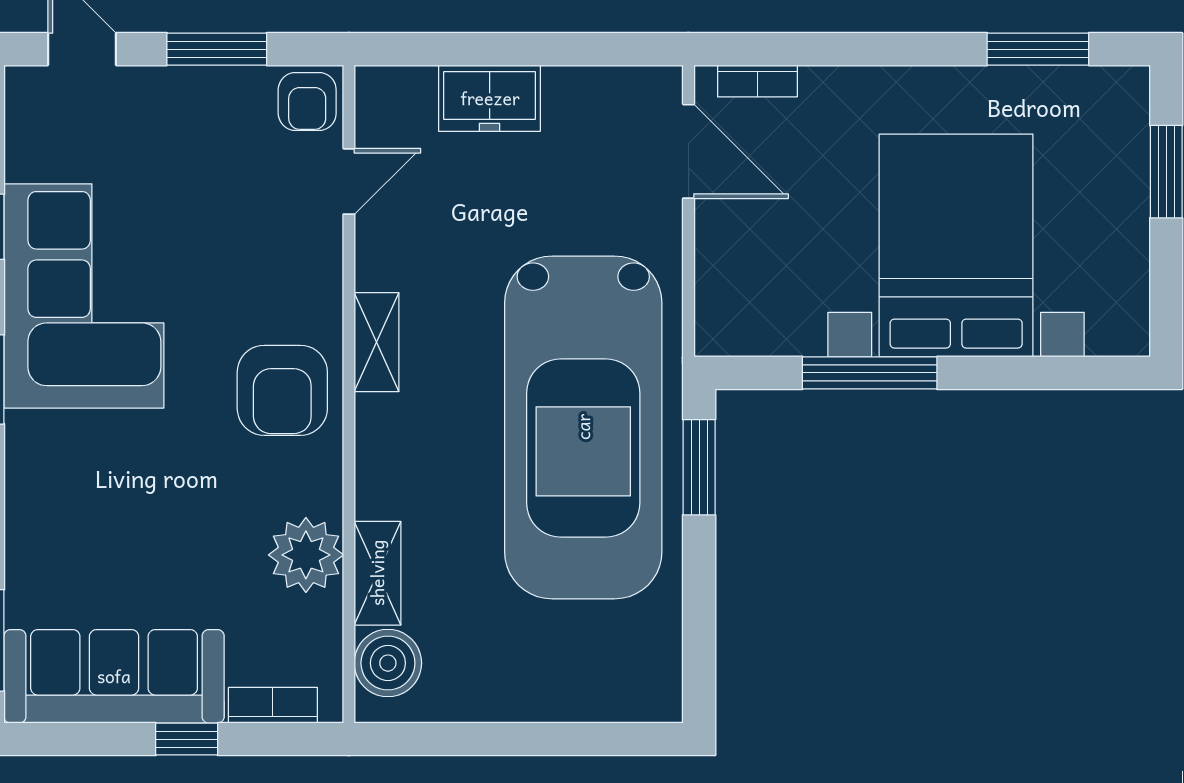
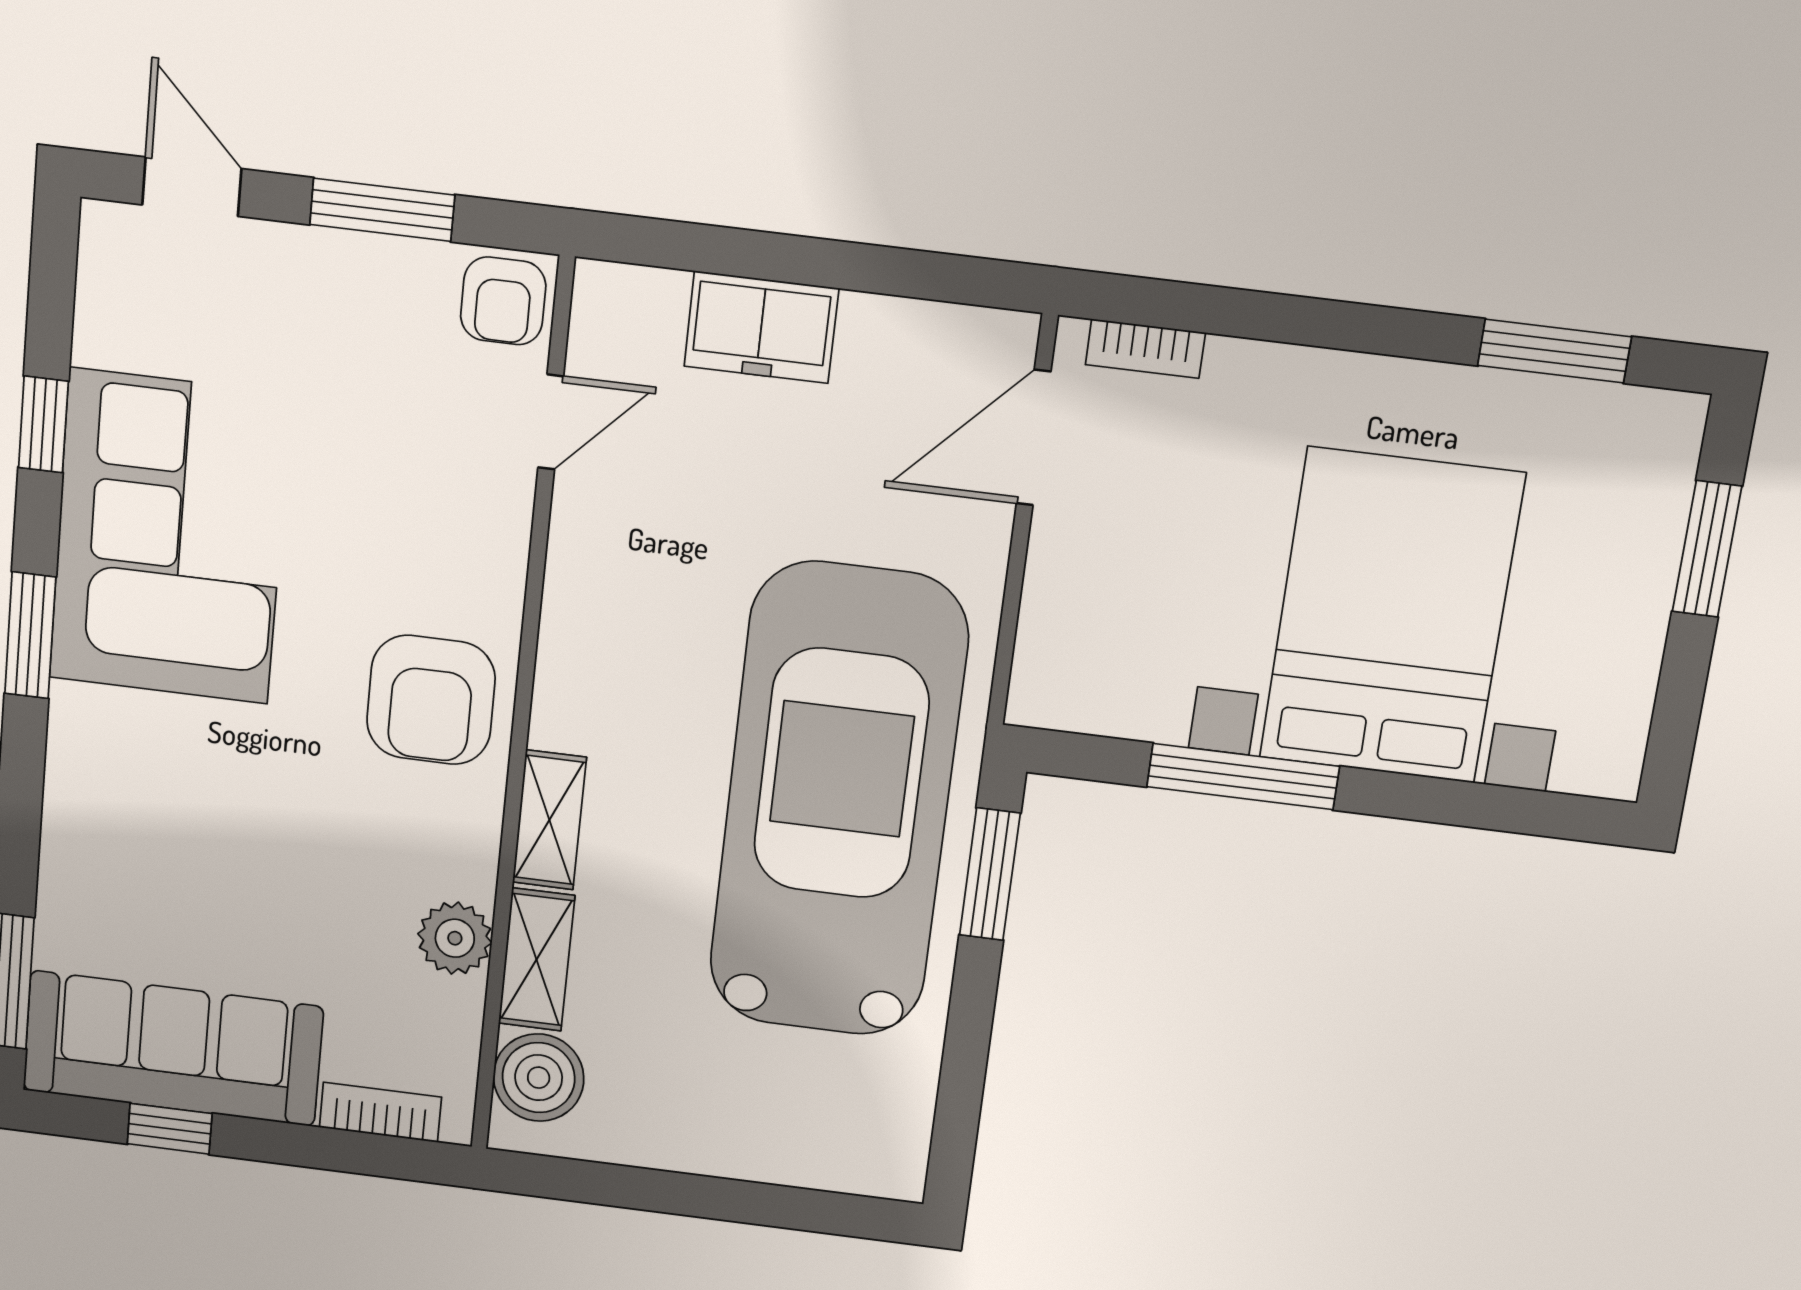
door: (689, 151) -> (1034, 438), swing flipped
shelving: (376, 342) -> (549, 820), moved
car: (583, 427) -> (838, 801), turned 180
plant: (306, 555) -> (455, 938), width x0.73, depth x0.73
window: (187, 739) -> (170, 1129), moved

